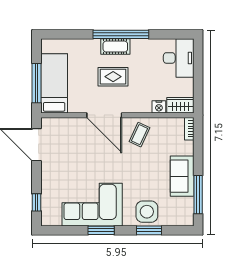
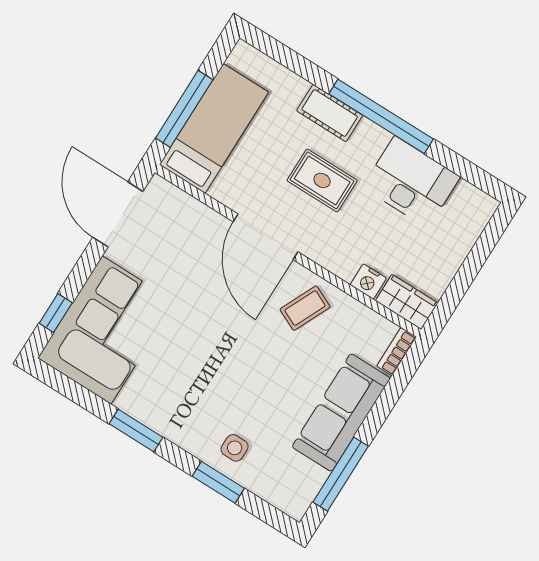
cot: (115, 47) -> (330, 113), moved
desk: (179, 58) -> (411, 182), moved, turned -90
sofa: (182, 176) -> (341, 413), width x1.36
corner sofa: (92, 205) -> (106, 330), moved, turned 90
side table: (147, 212) -> (235, 448), width x0.54, depth x0.54

